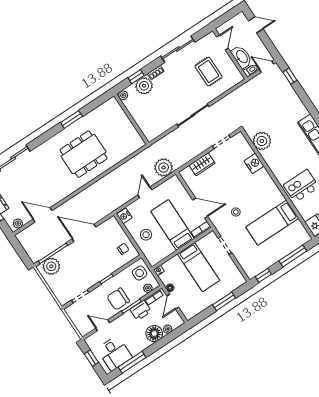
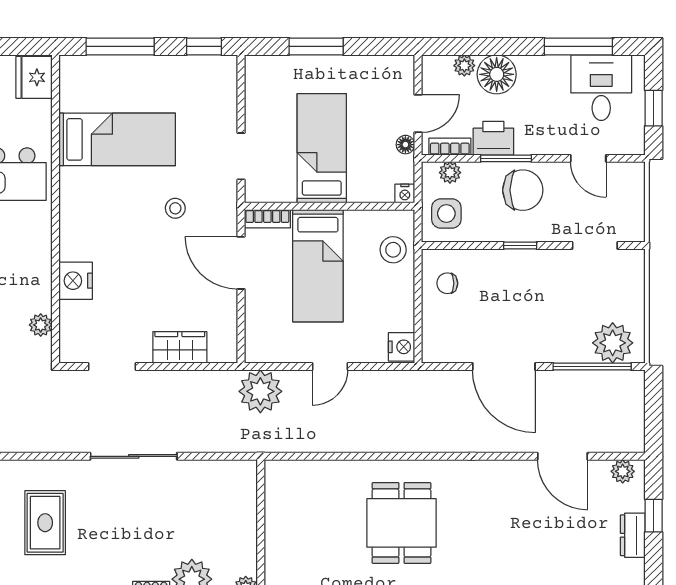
plant: (262, 141) -> (41, 325), width x0.53, depth x0.53
dining table: (84, 154) -> (401, 523), width x0.73
stool: (146, 235) -> (393, 250), moved

